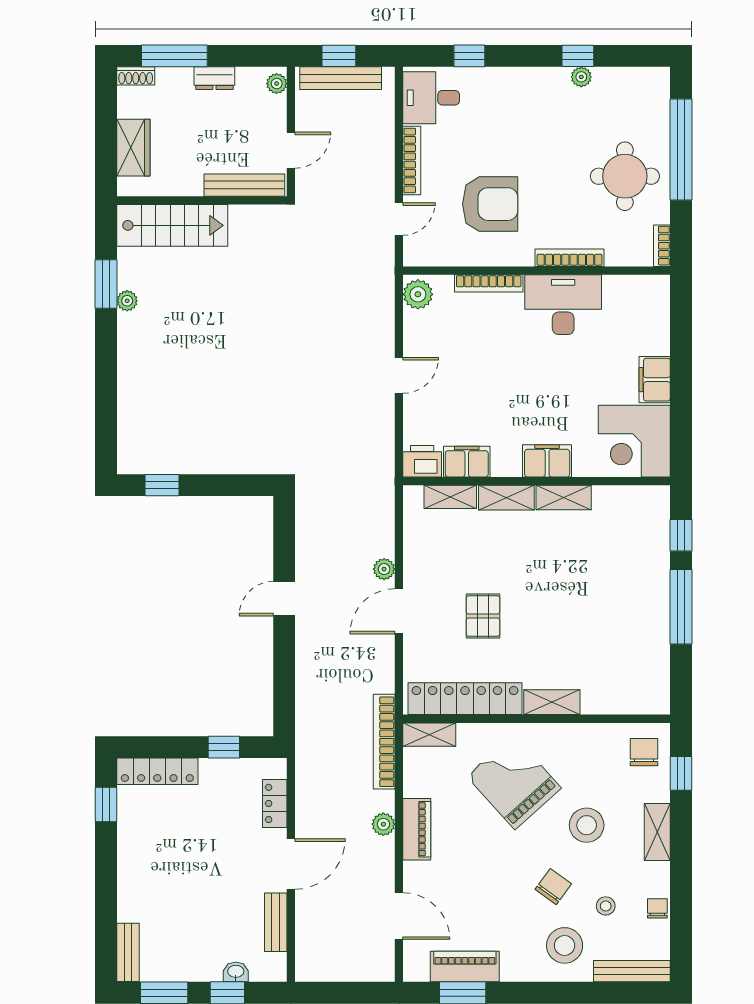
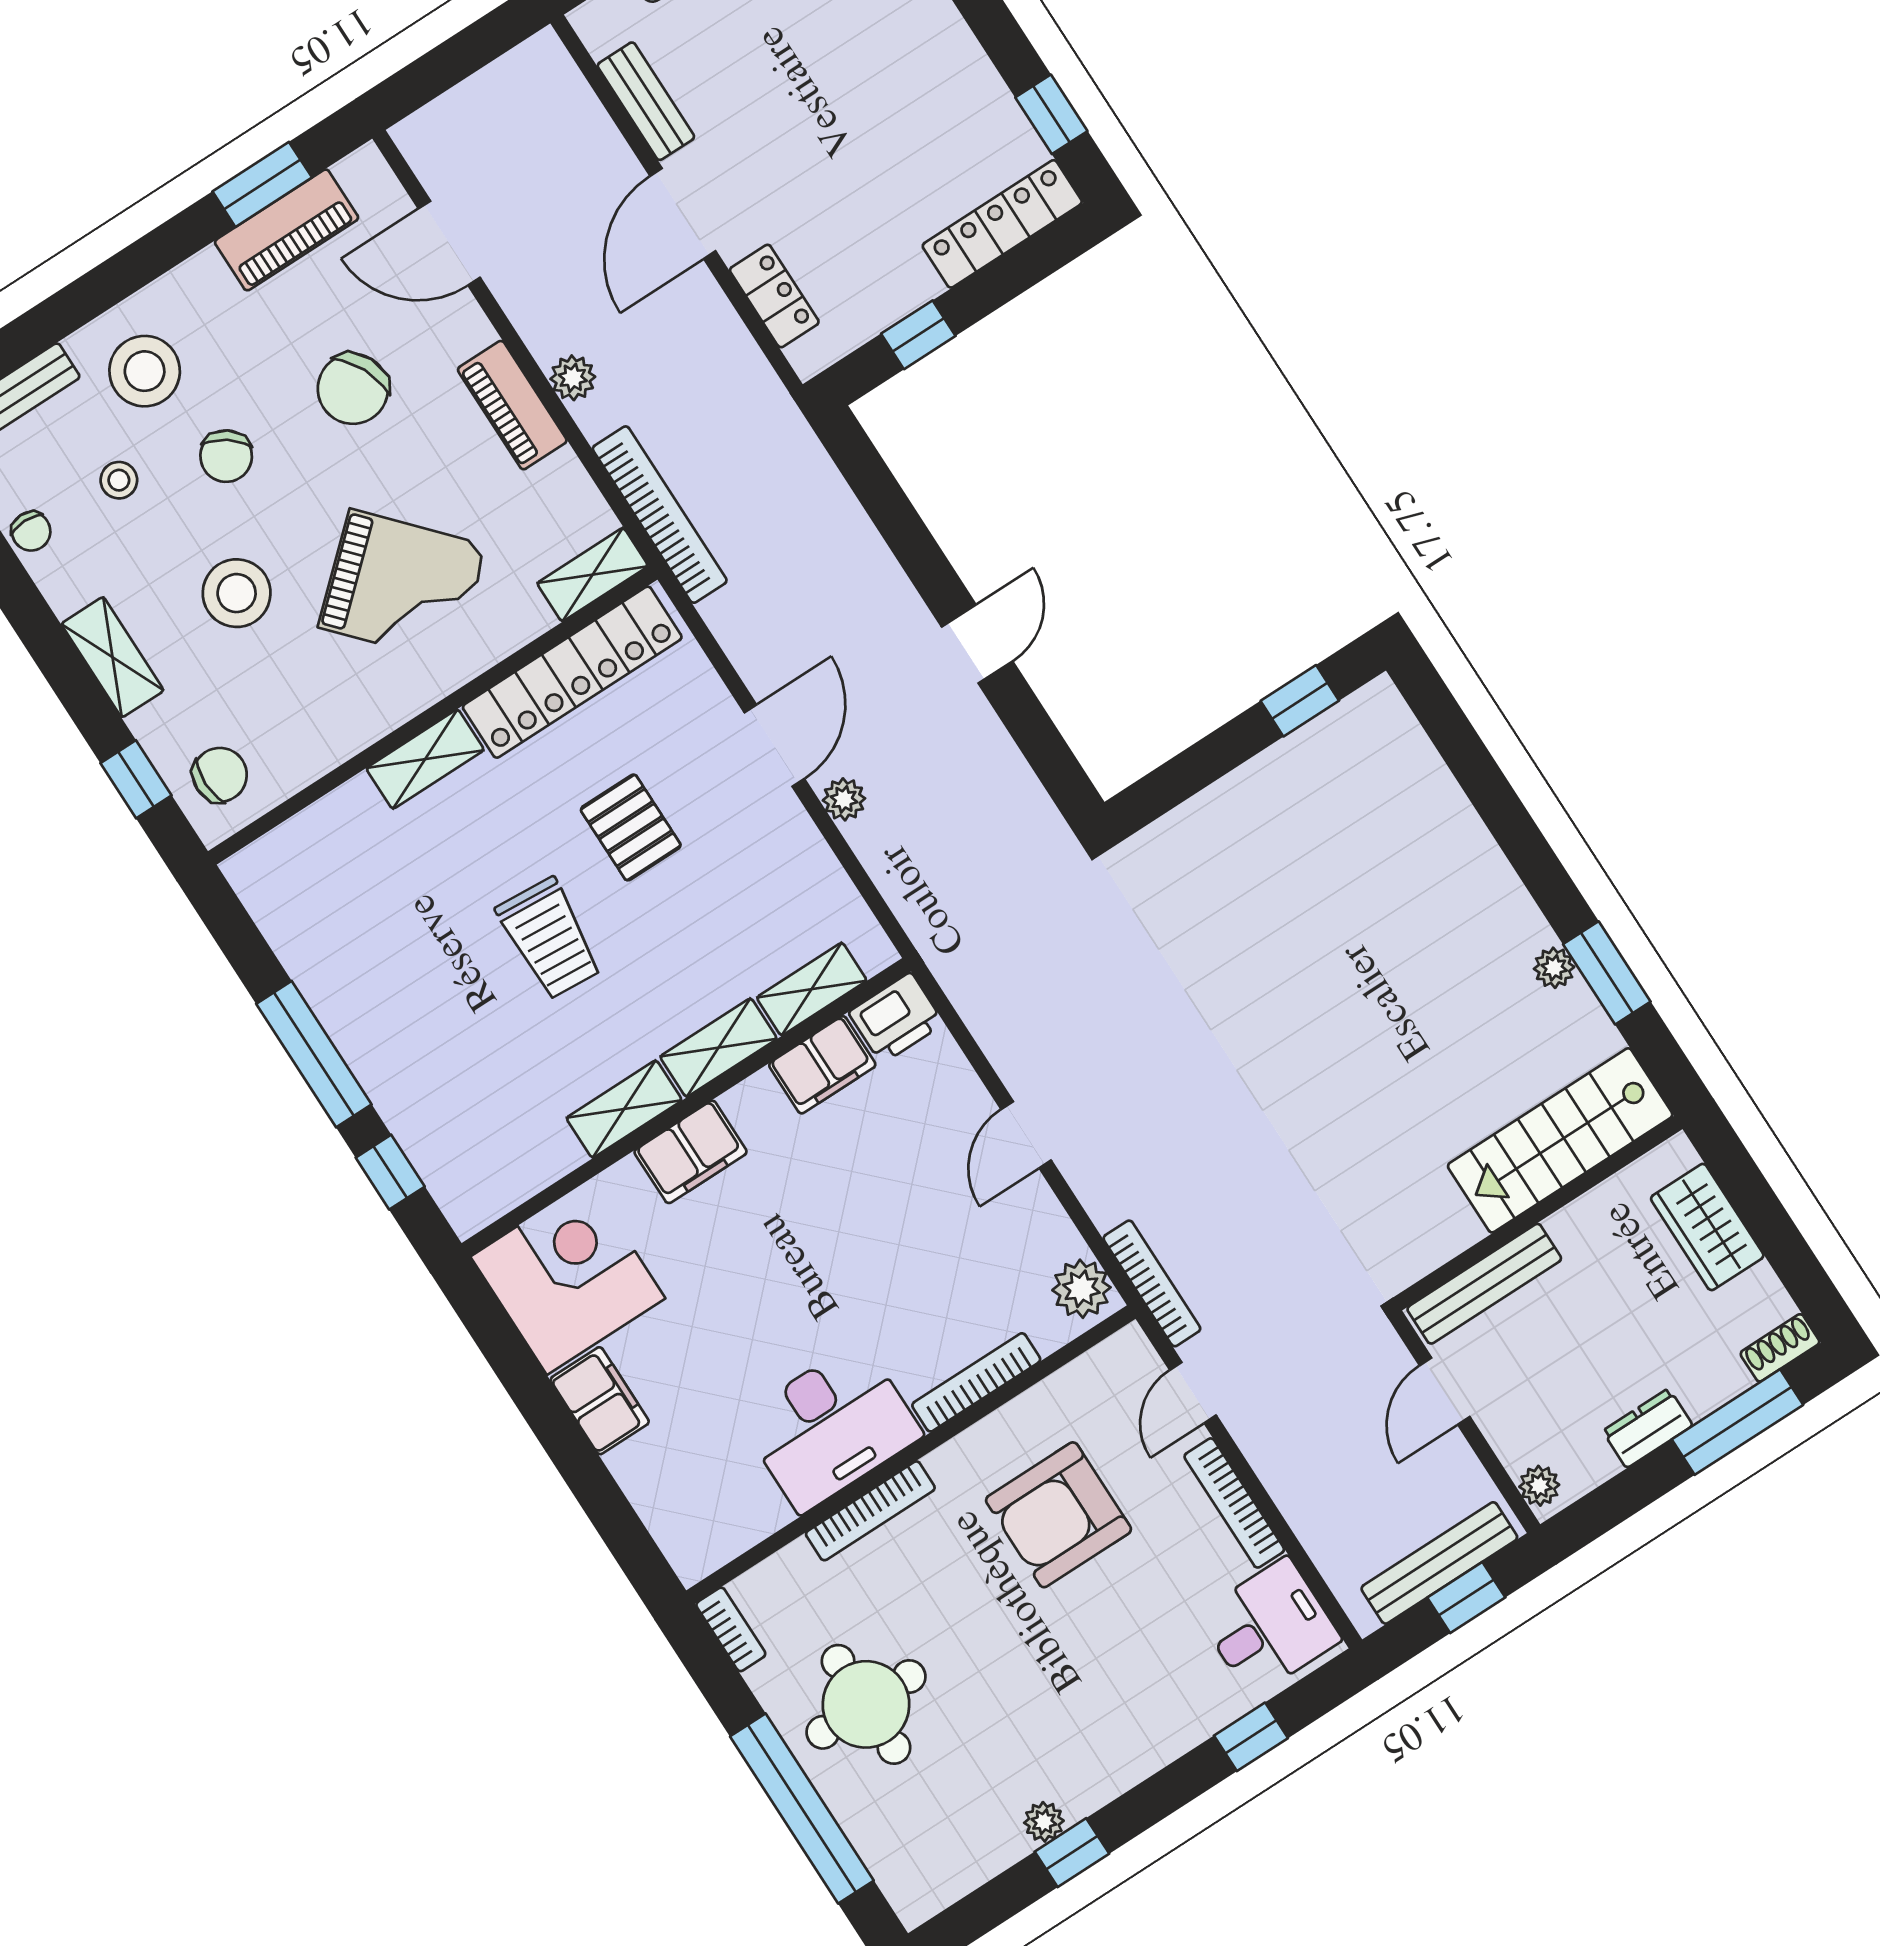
bookcase: (386, 277) -> (1152, 1283), added
trolley: (548, 591) -> (550, 938), added
chair: (644, 752) -> (220, 775), turned -90
chair: (480, 880) -> (353, 389), added

